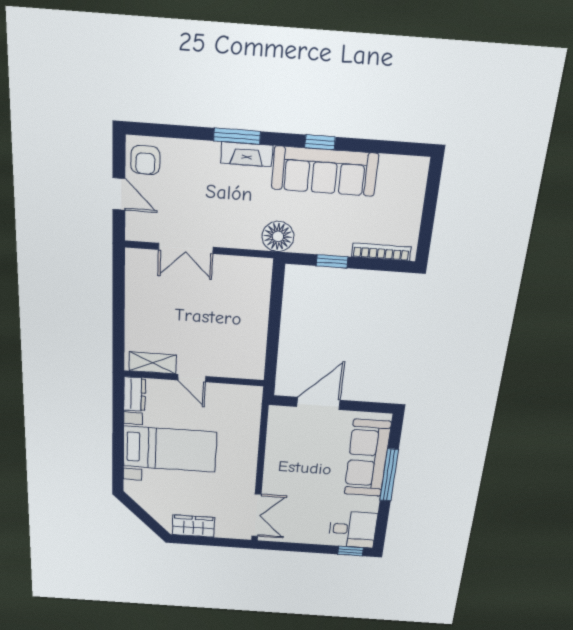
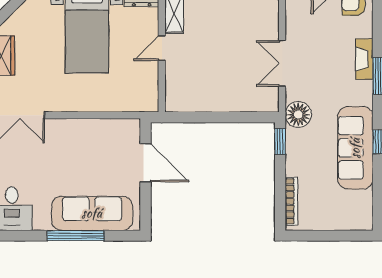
fireplace: (247, 154) -> (364, 59), moved
double door: (186, 248) -> (282, 63), moved
window: (332, 261) -> (280, 141), moved

